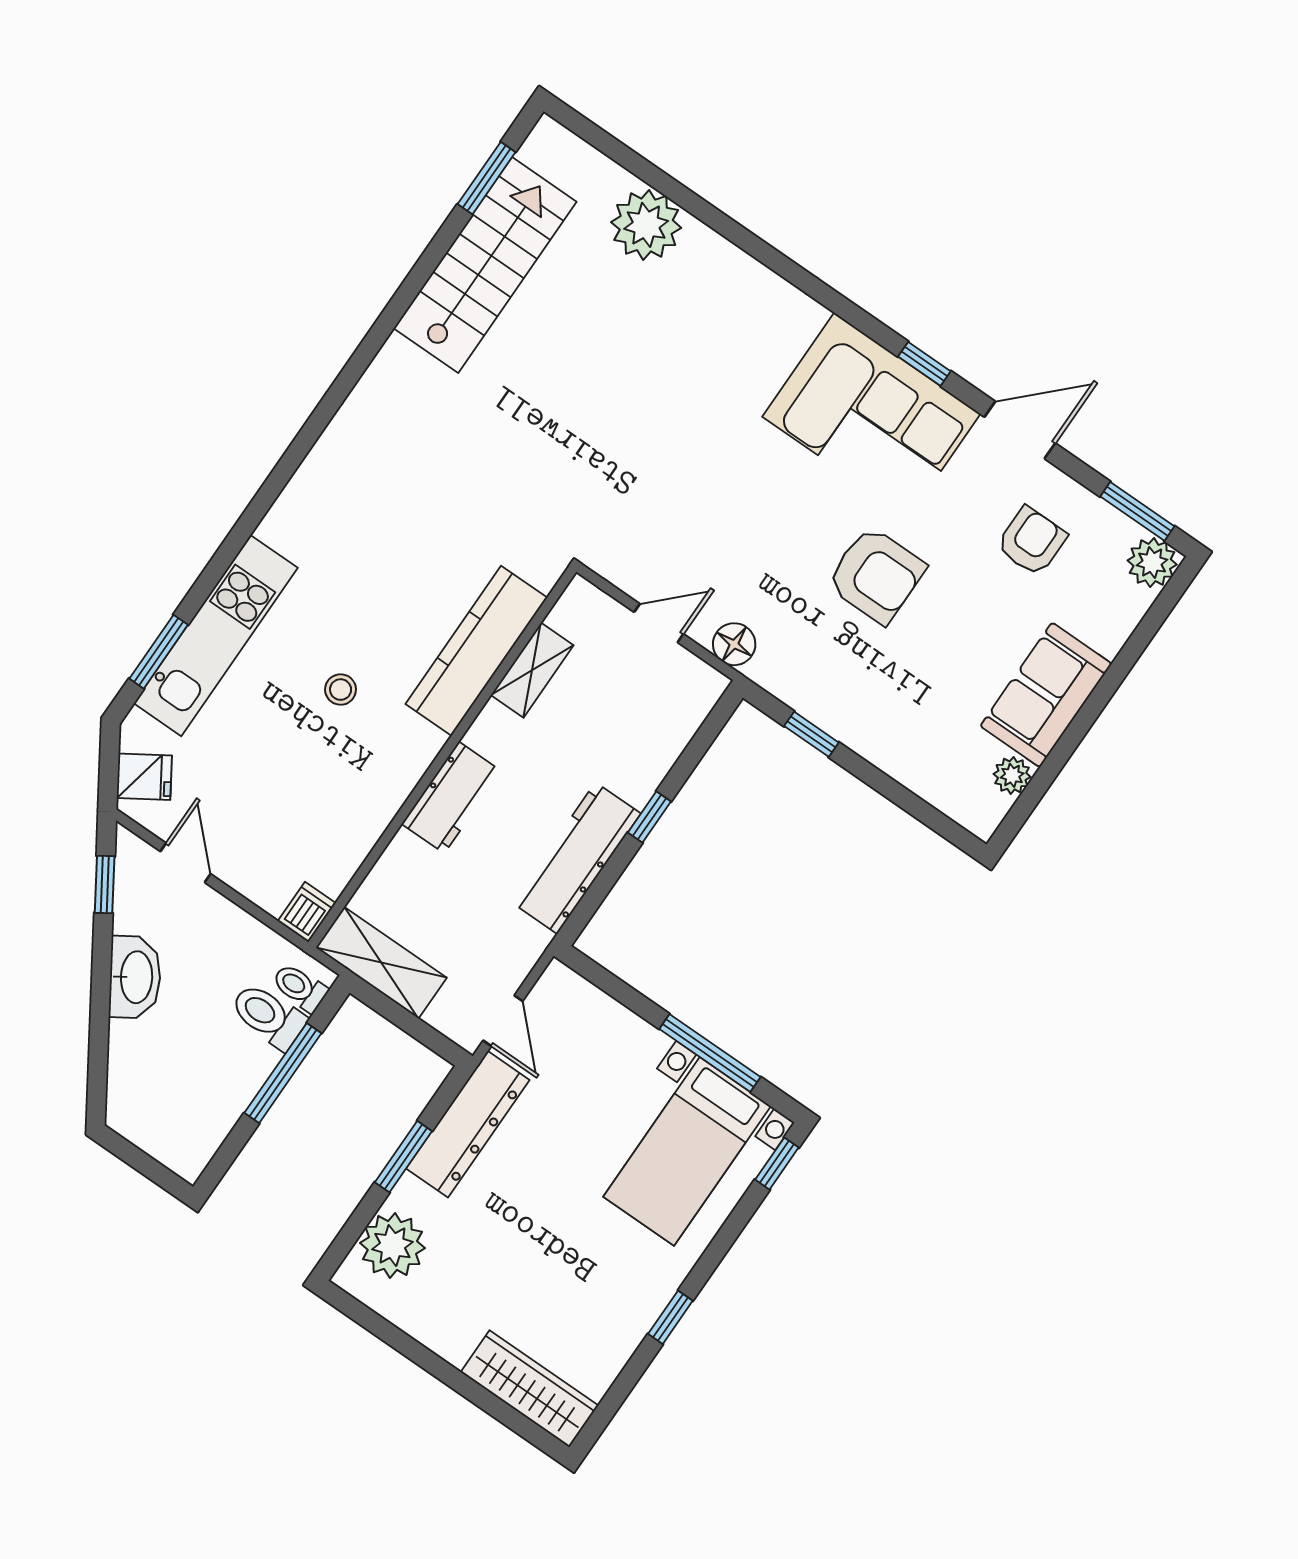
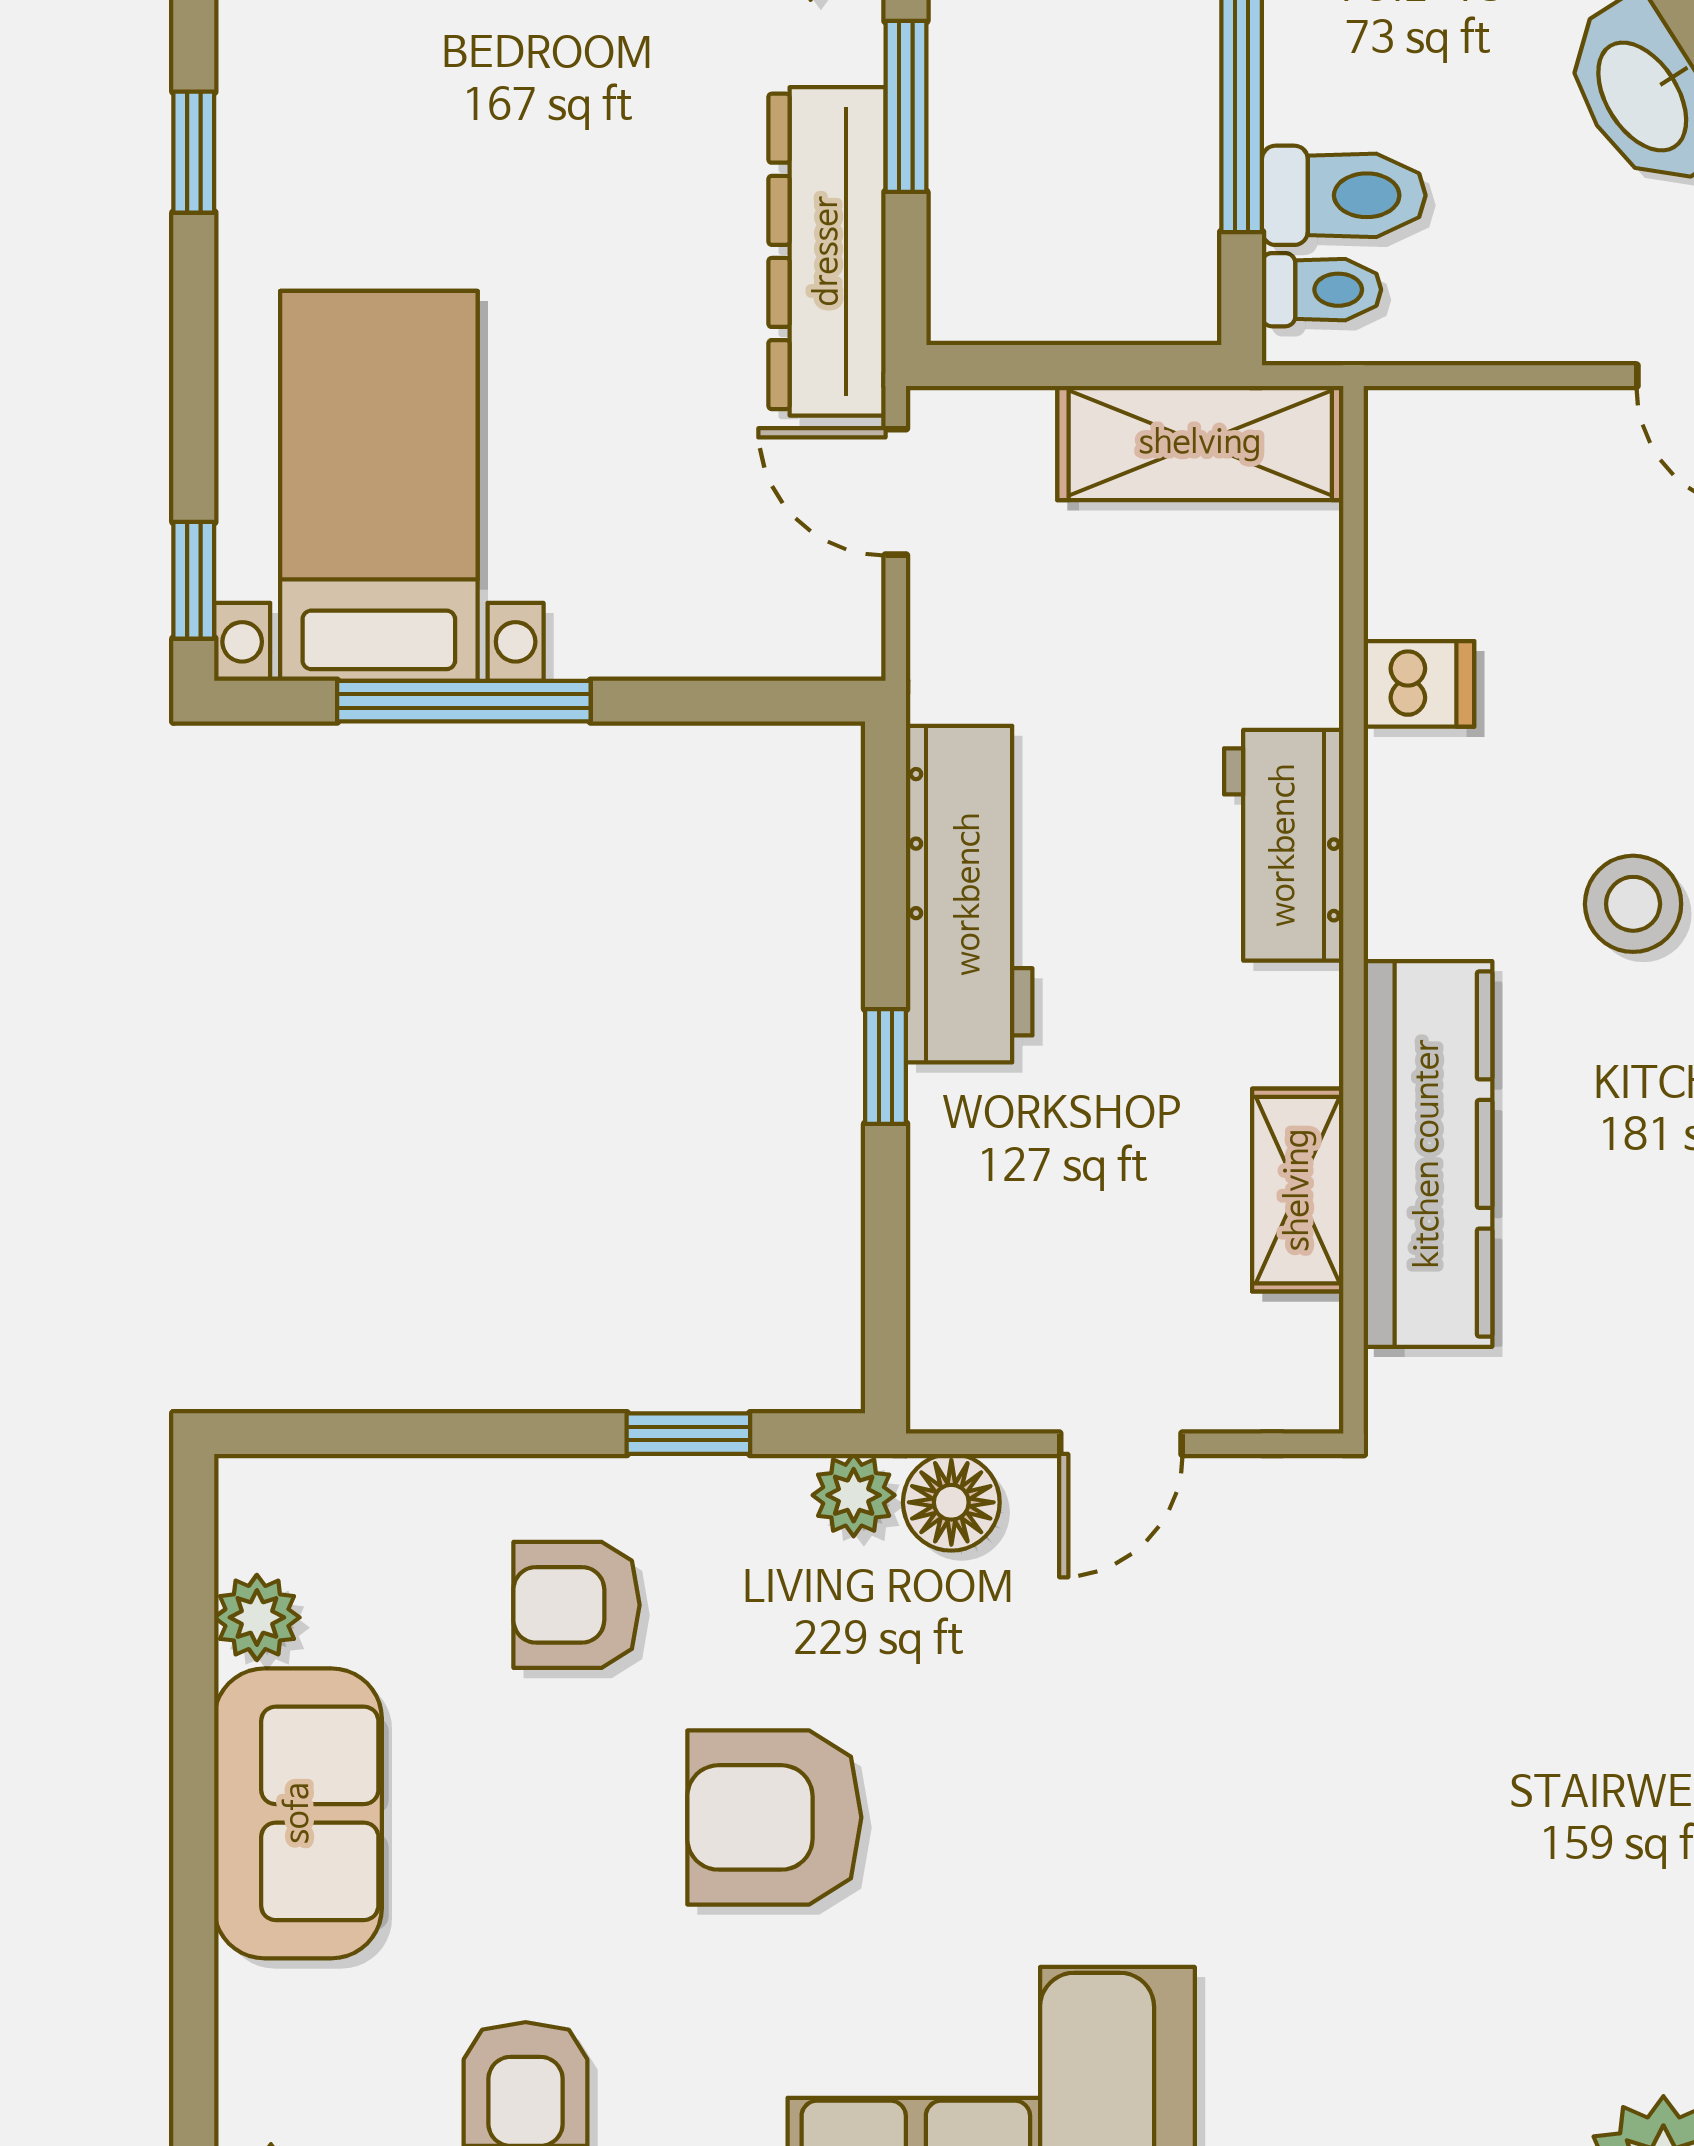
plant: (767, 671) -> (854, 1495), added
stool: (341, 690) -> (1633, 904), width x1.37, depth x1.37
armchair: (894, 701) -> (577, 1605), added
dishwasher: (307, 912) -> (1419, 684), moved, turned -90

